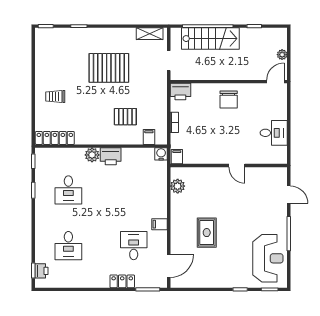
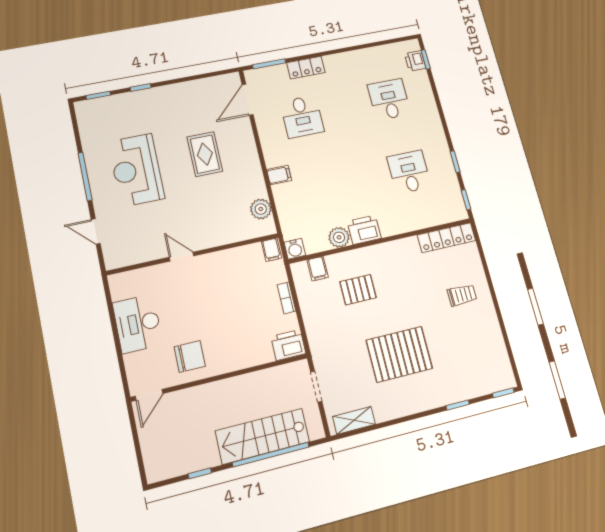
plant: (282, 55) -> (147, 440), removed
chair: (229, 100) -> (190, 356), moved, turned 90
desk: (274, 133) -> (138, 324), width x1.37
plant: (92, 155) -> (339, 237), moved
filing cabinet: (160, 224) -> (279, 175), moved
reception desk: (268, 258) -> (136, 170), moved

